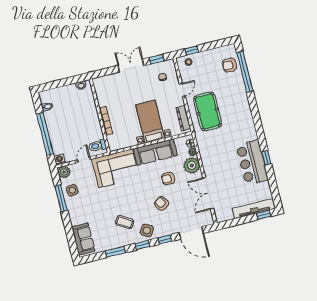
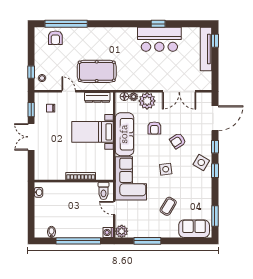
side table: (72, 190) -> (166, 169), moved
coffee table: (125, 222) -> (168, 206), moved
window: (115, 252) -> (215, 216), moved

